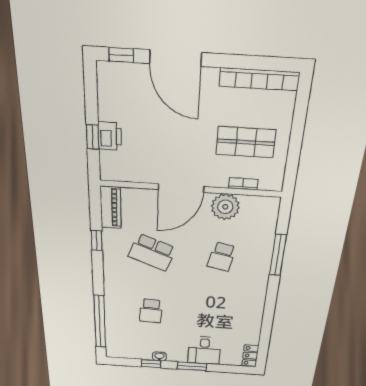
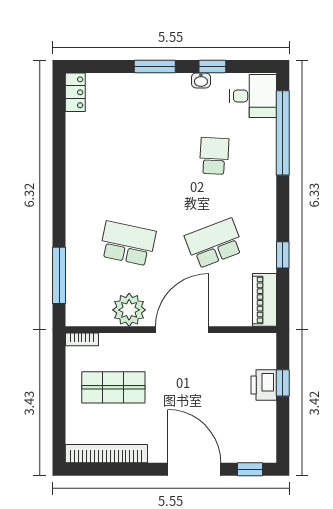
bookcase: (243, 184) -> (82, 339), moved
school desk: (152, 252) -> (214, 243), turned -42
window: (278, 255) -> (59, 275), moved
school desk: (222, 257) -> (128, 243), width x1.85
desk: (204, 350) -> (253, 96), moved, turned 90

